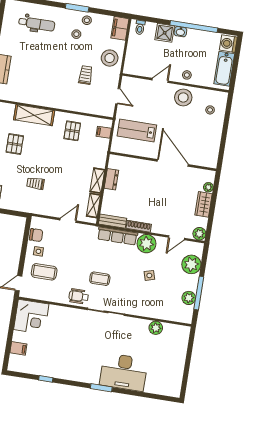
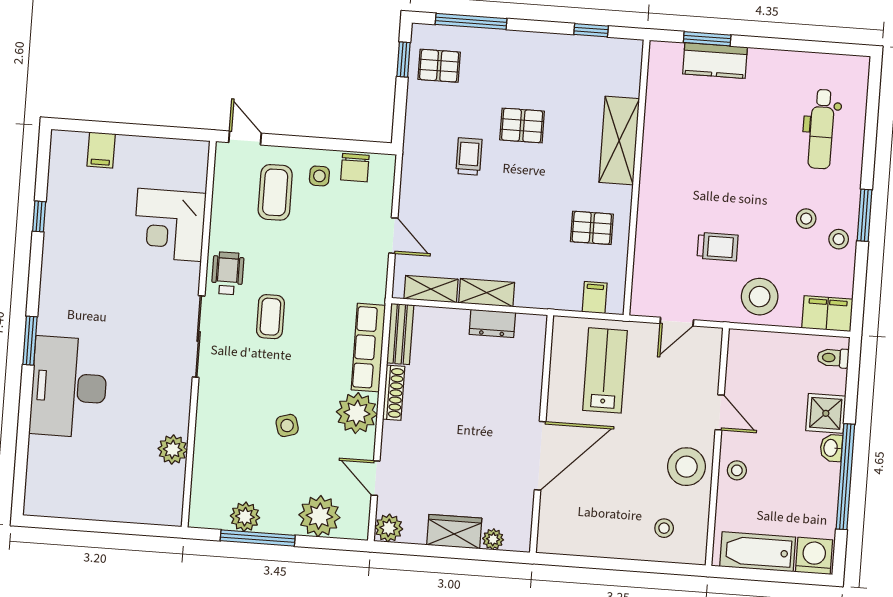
pallet: (15, 144) -> (522, 125), moved
corner desk: (31, 317) -> (170, 225), moved

